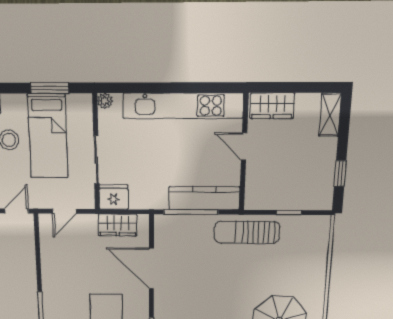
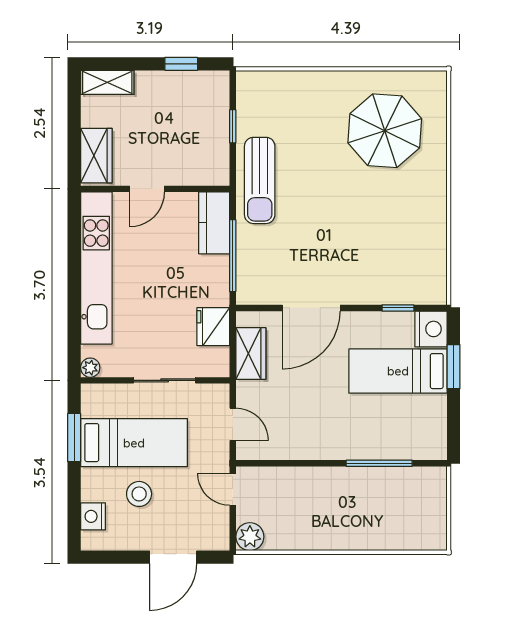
fridge: (114, 197) -> (213, 327), moved
kitchen counter: (204, 198) -> (214, 223), width x0.67

